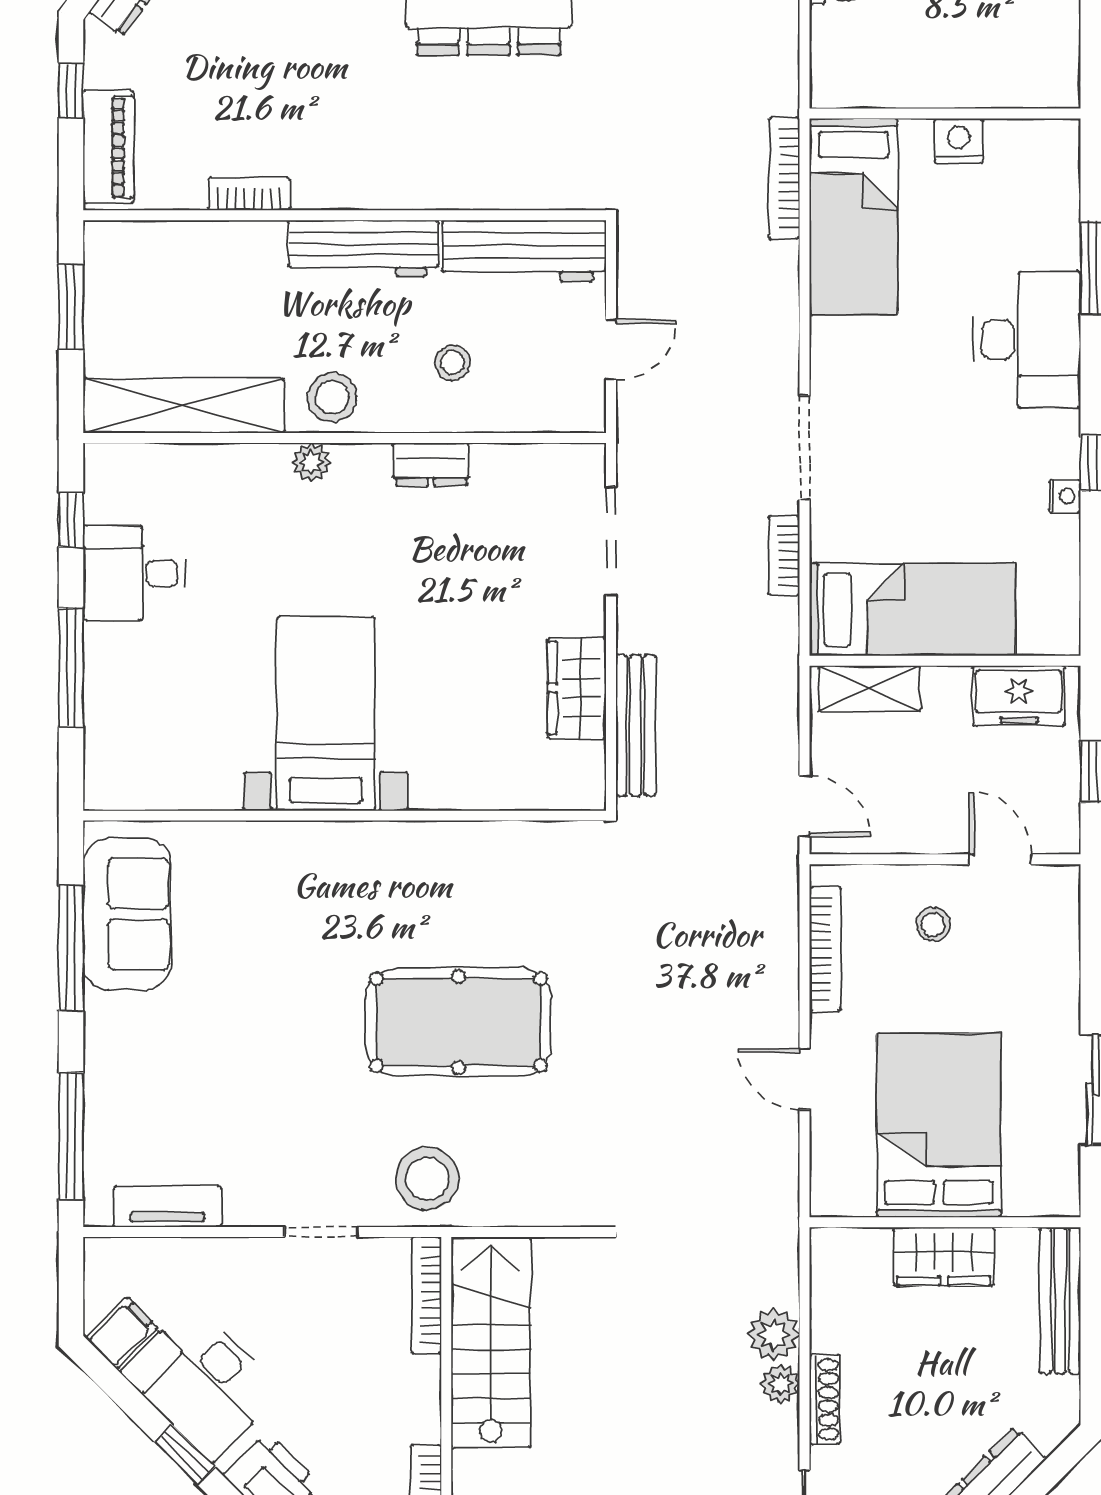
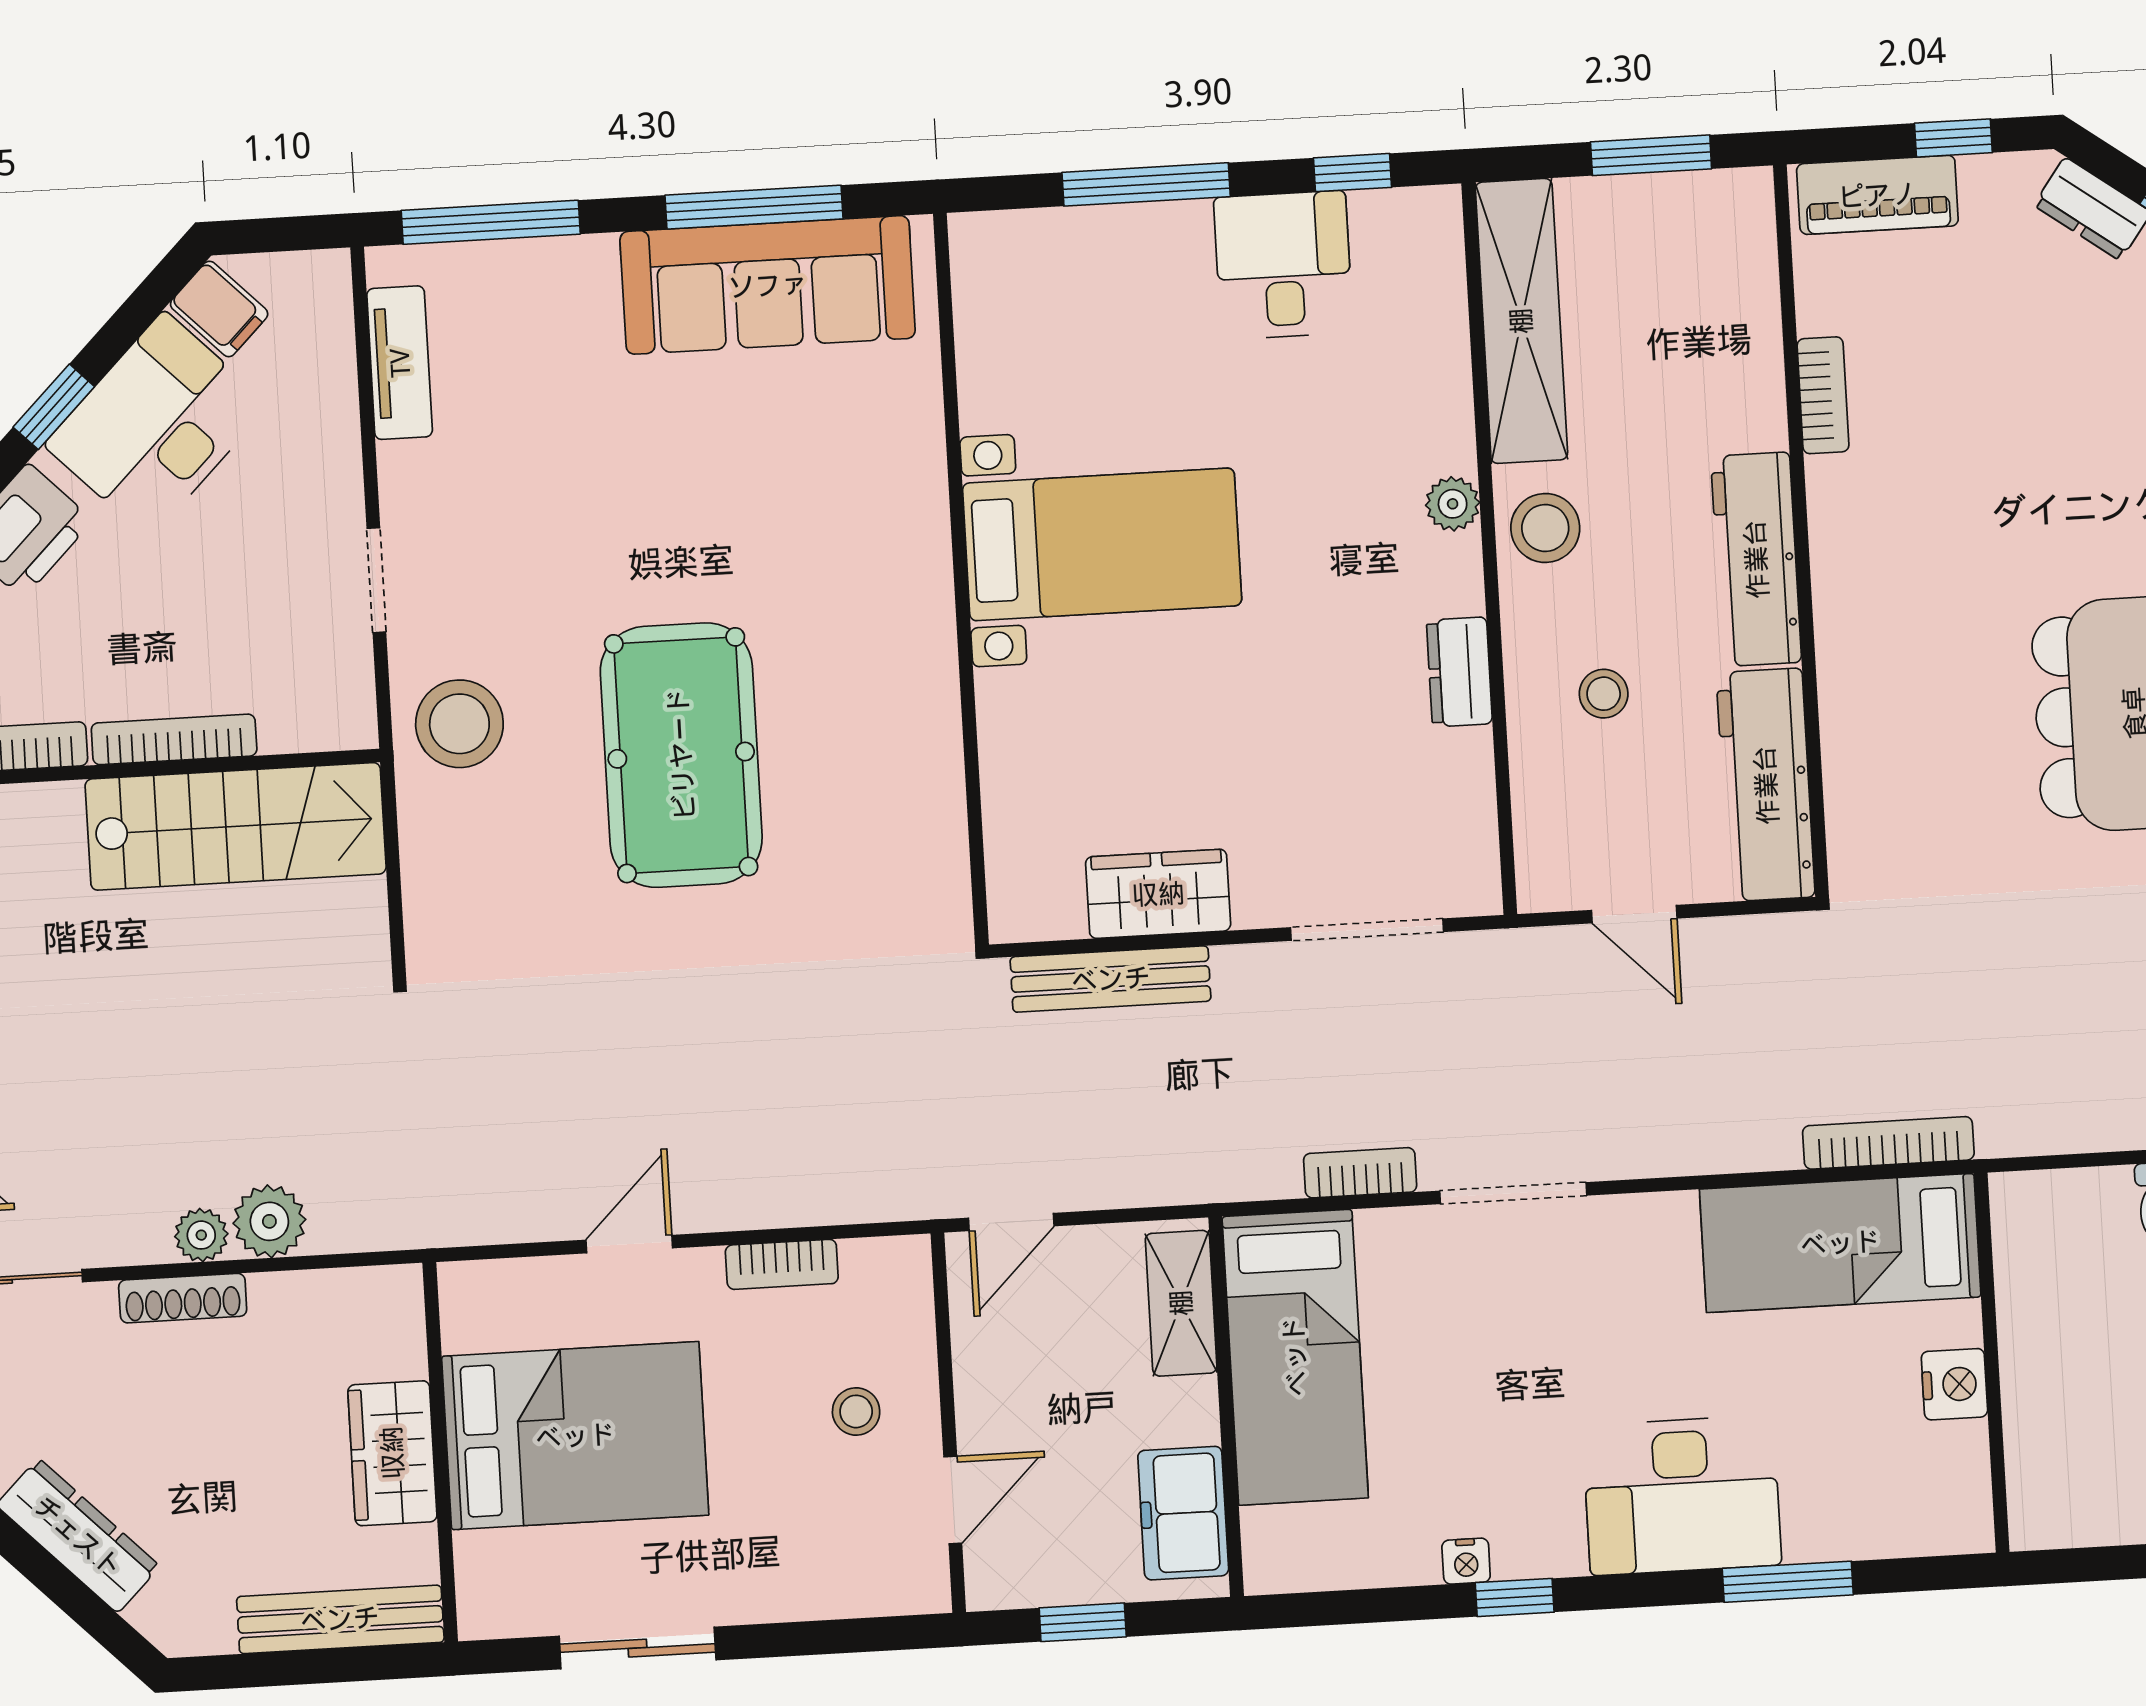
sofa: (127, 914) -> (768, 285), width x1.36
bookcase: (825, 949) -> (782, 1264), width x0.64
bookcase: (426, 1295) -> (174, 739), moved

